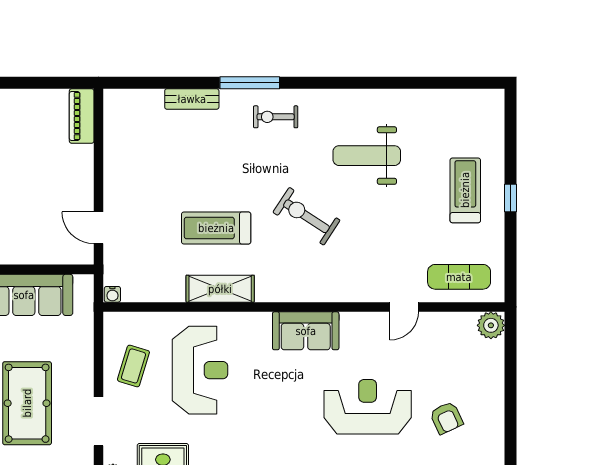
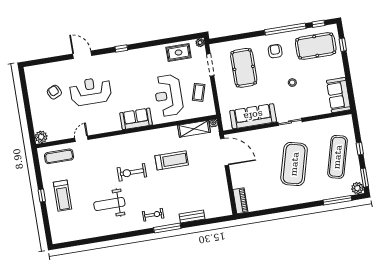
weight bench: (367, 156) -> (109, 204), turned 180
exercise bike: (306, 216) -> (132, 172), turned 147
door: (99, 228) -> (224, 152), width x1.87
shelving: (220, 289) -> (194, 129), moved
sofa: (306, 331) -> (136, 119), moved
reception desk: (368, 407) -> (91, 91), turned 180

